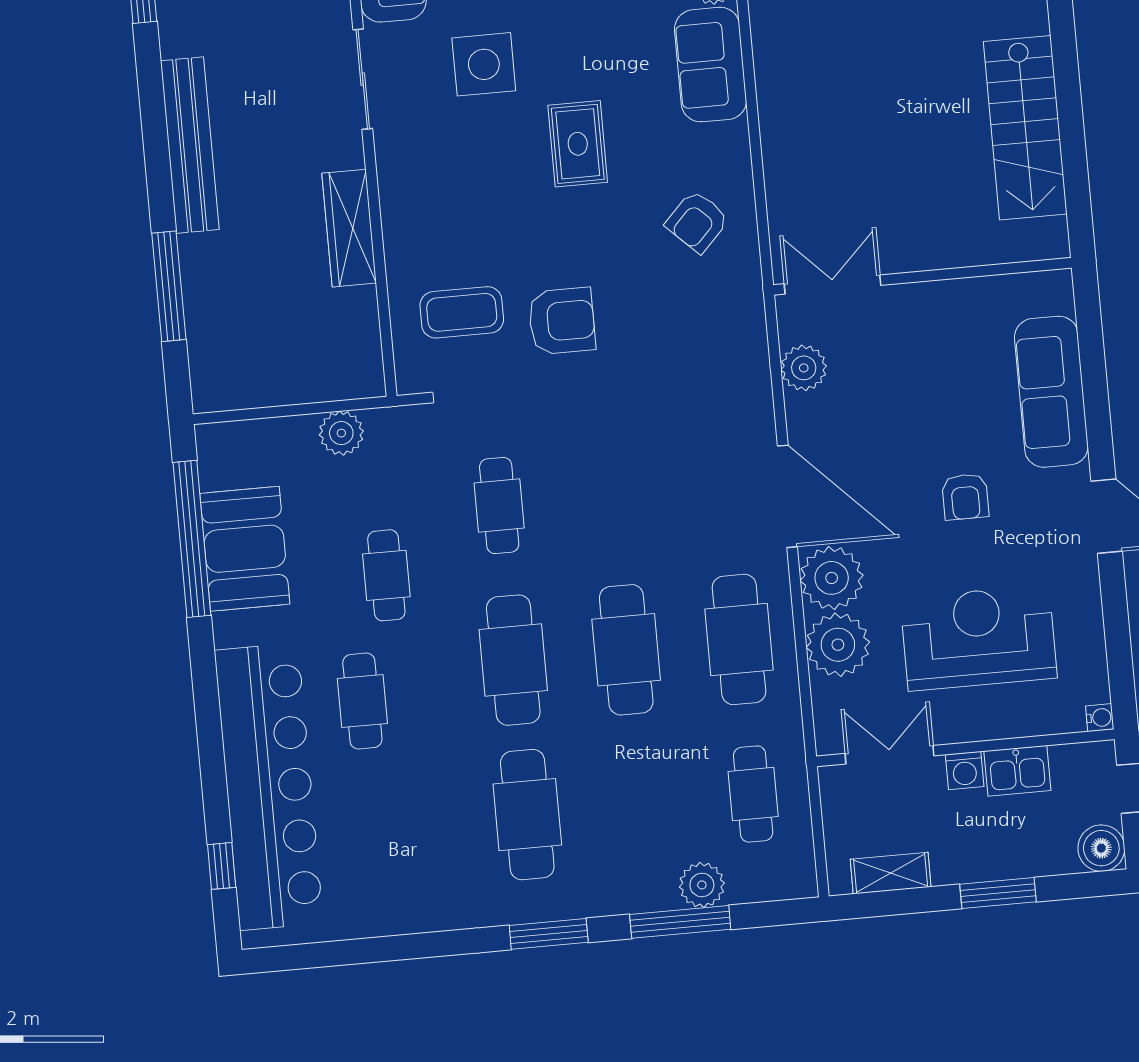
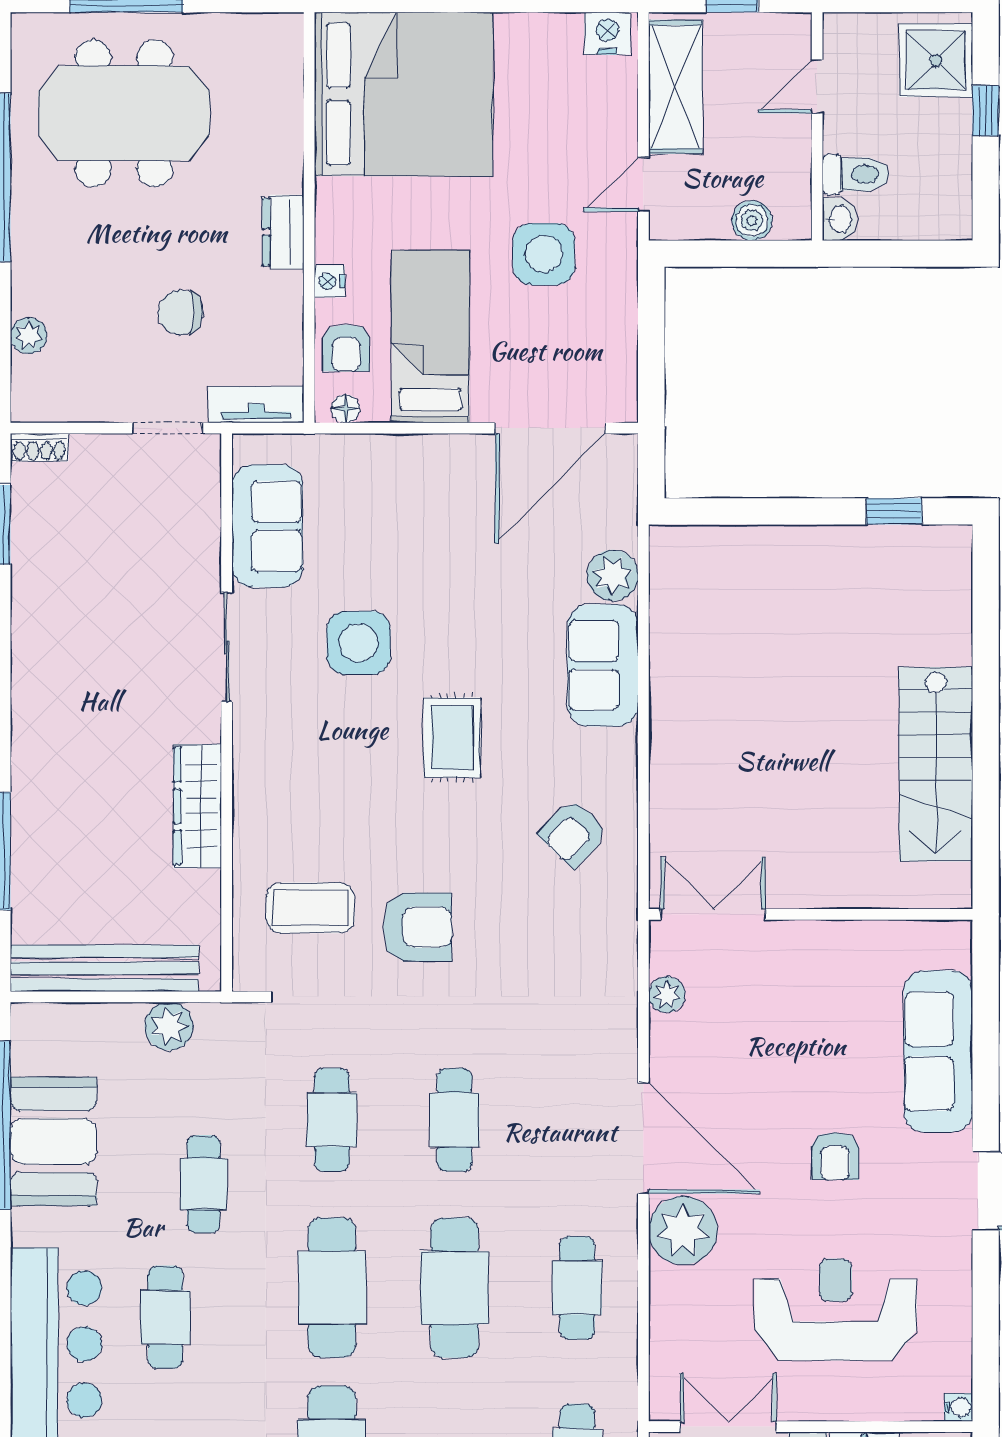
bench: (190, 145) -> (104, 968), moved, turned 90
plant: (804, 368) -> (667, 995), width x0.73, depth x0.73
cafe table: (612, 495) -> (455, 1120), added
cafe table: (739, 639) -> (577, 1288), width x0.73, depth x0.74
plant: (838, 645) -> (683, 1303), removed

